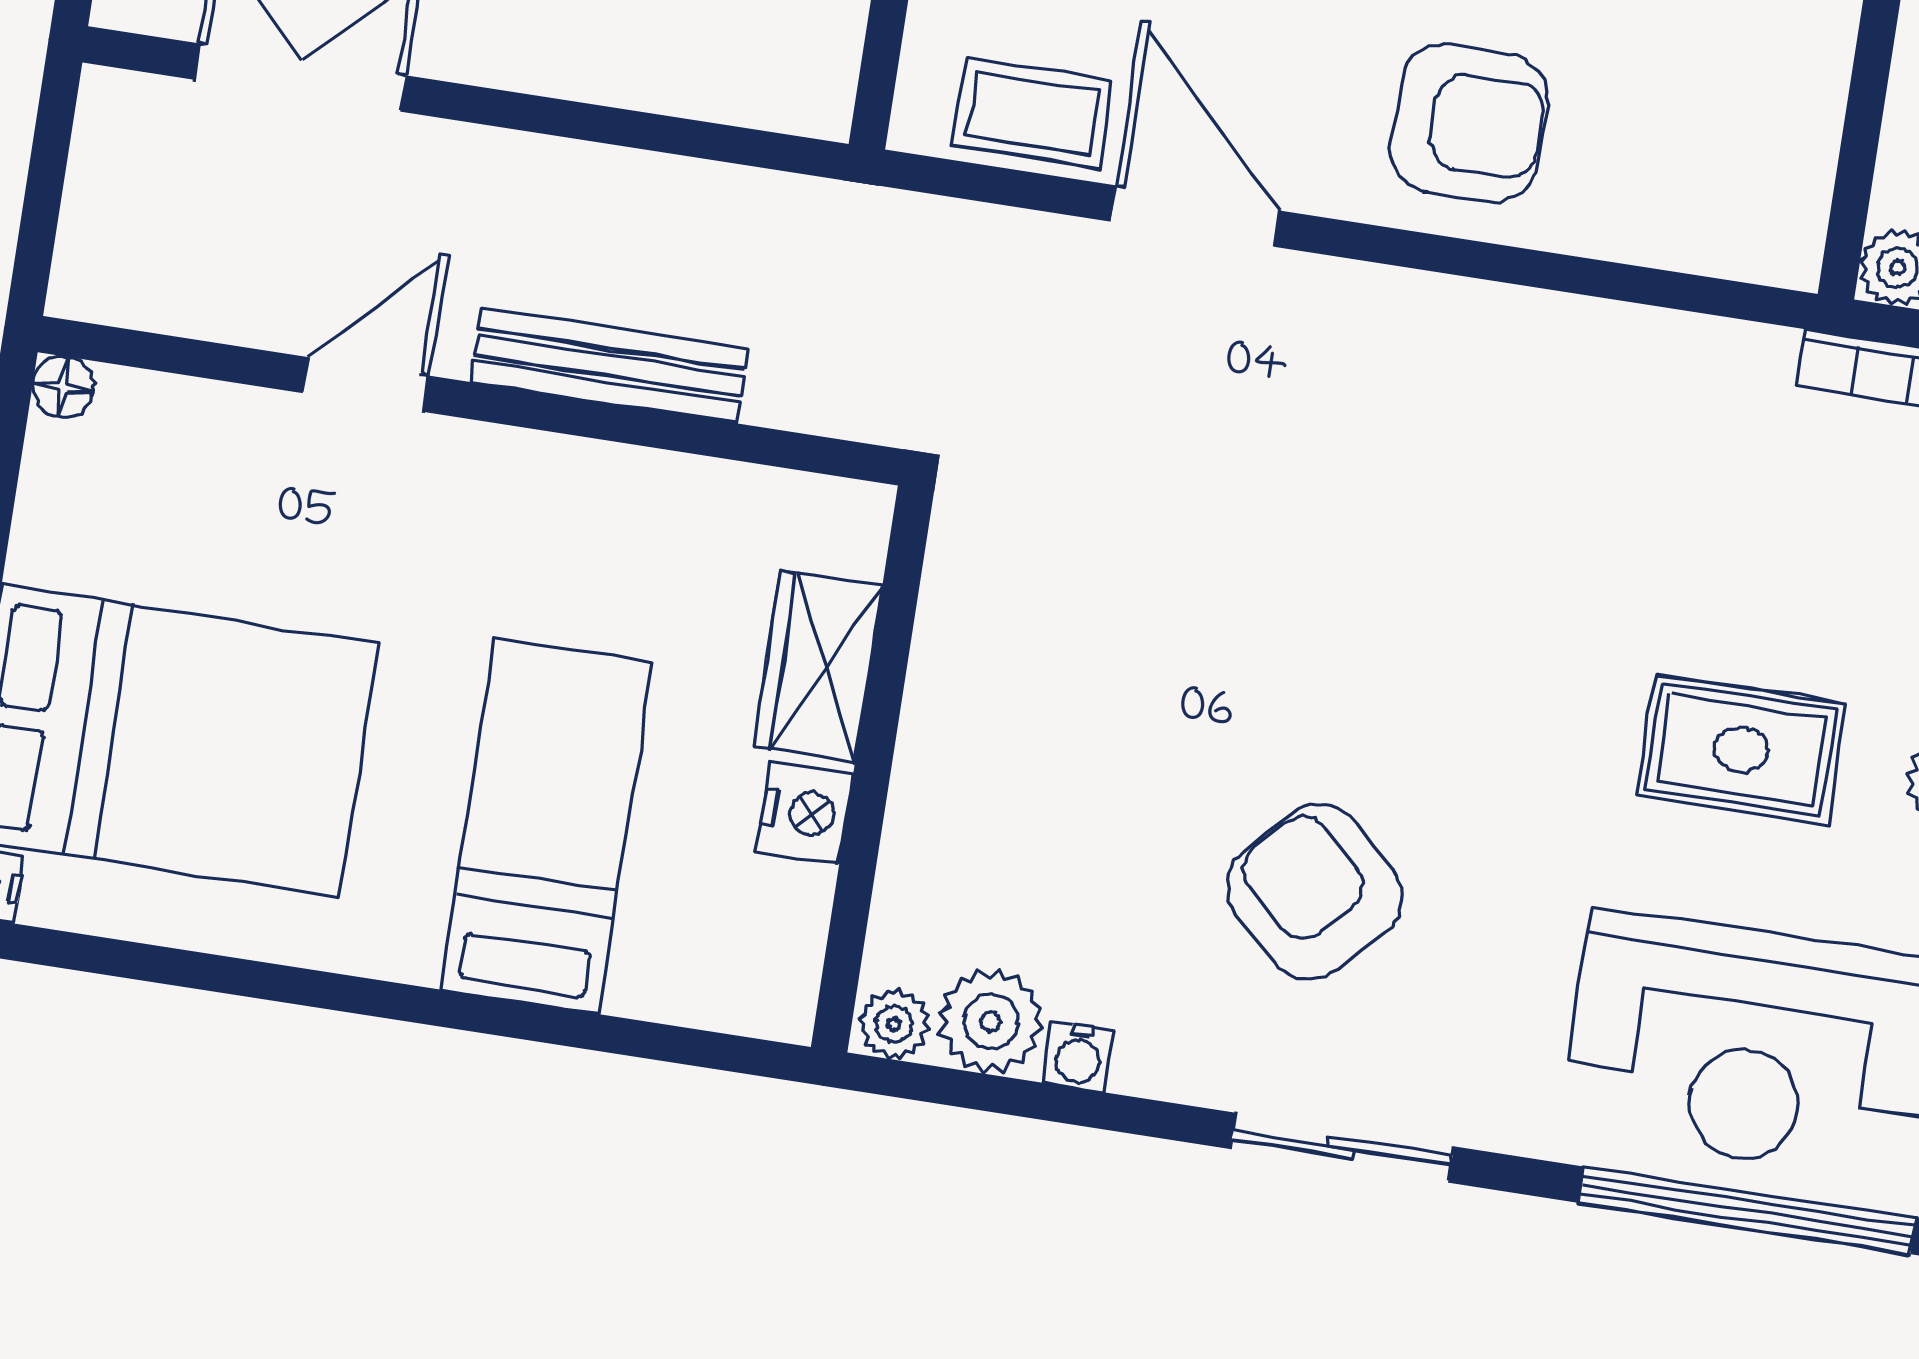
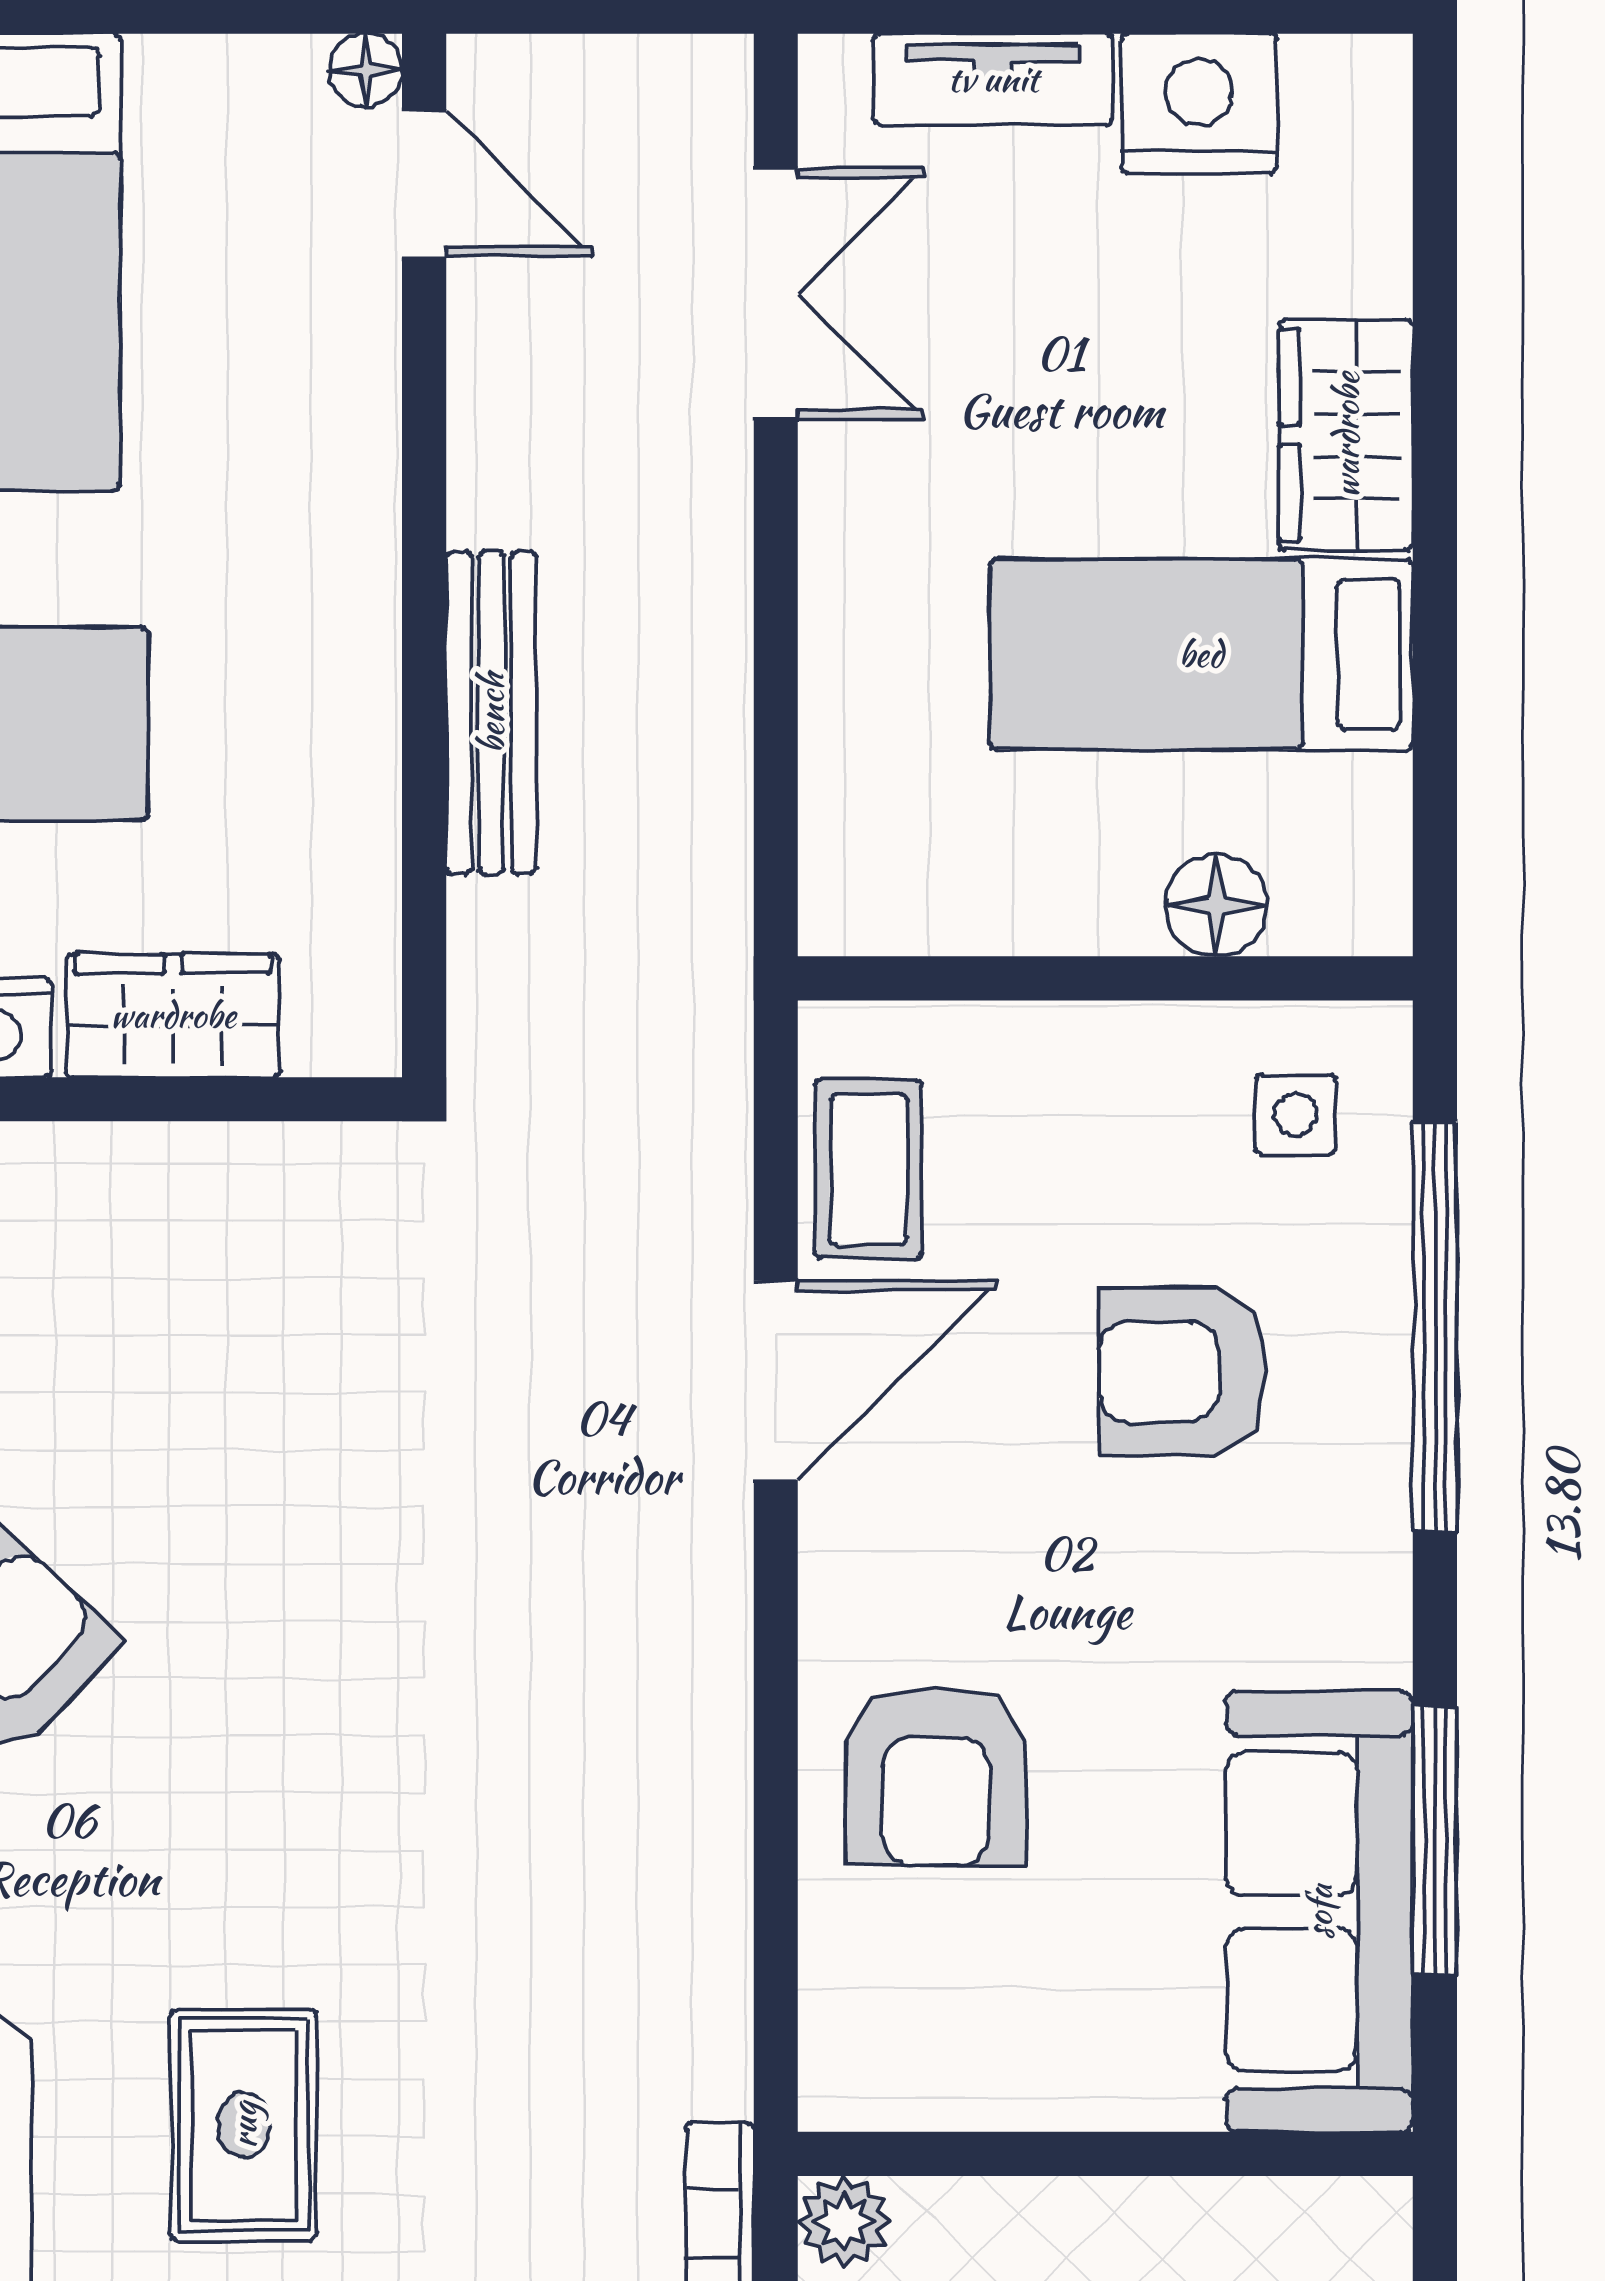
armchair: (1469, 123) -> (936, 1776), moved
door: (366, 384) -> (424, 183), moved

